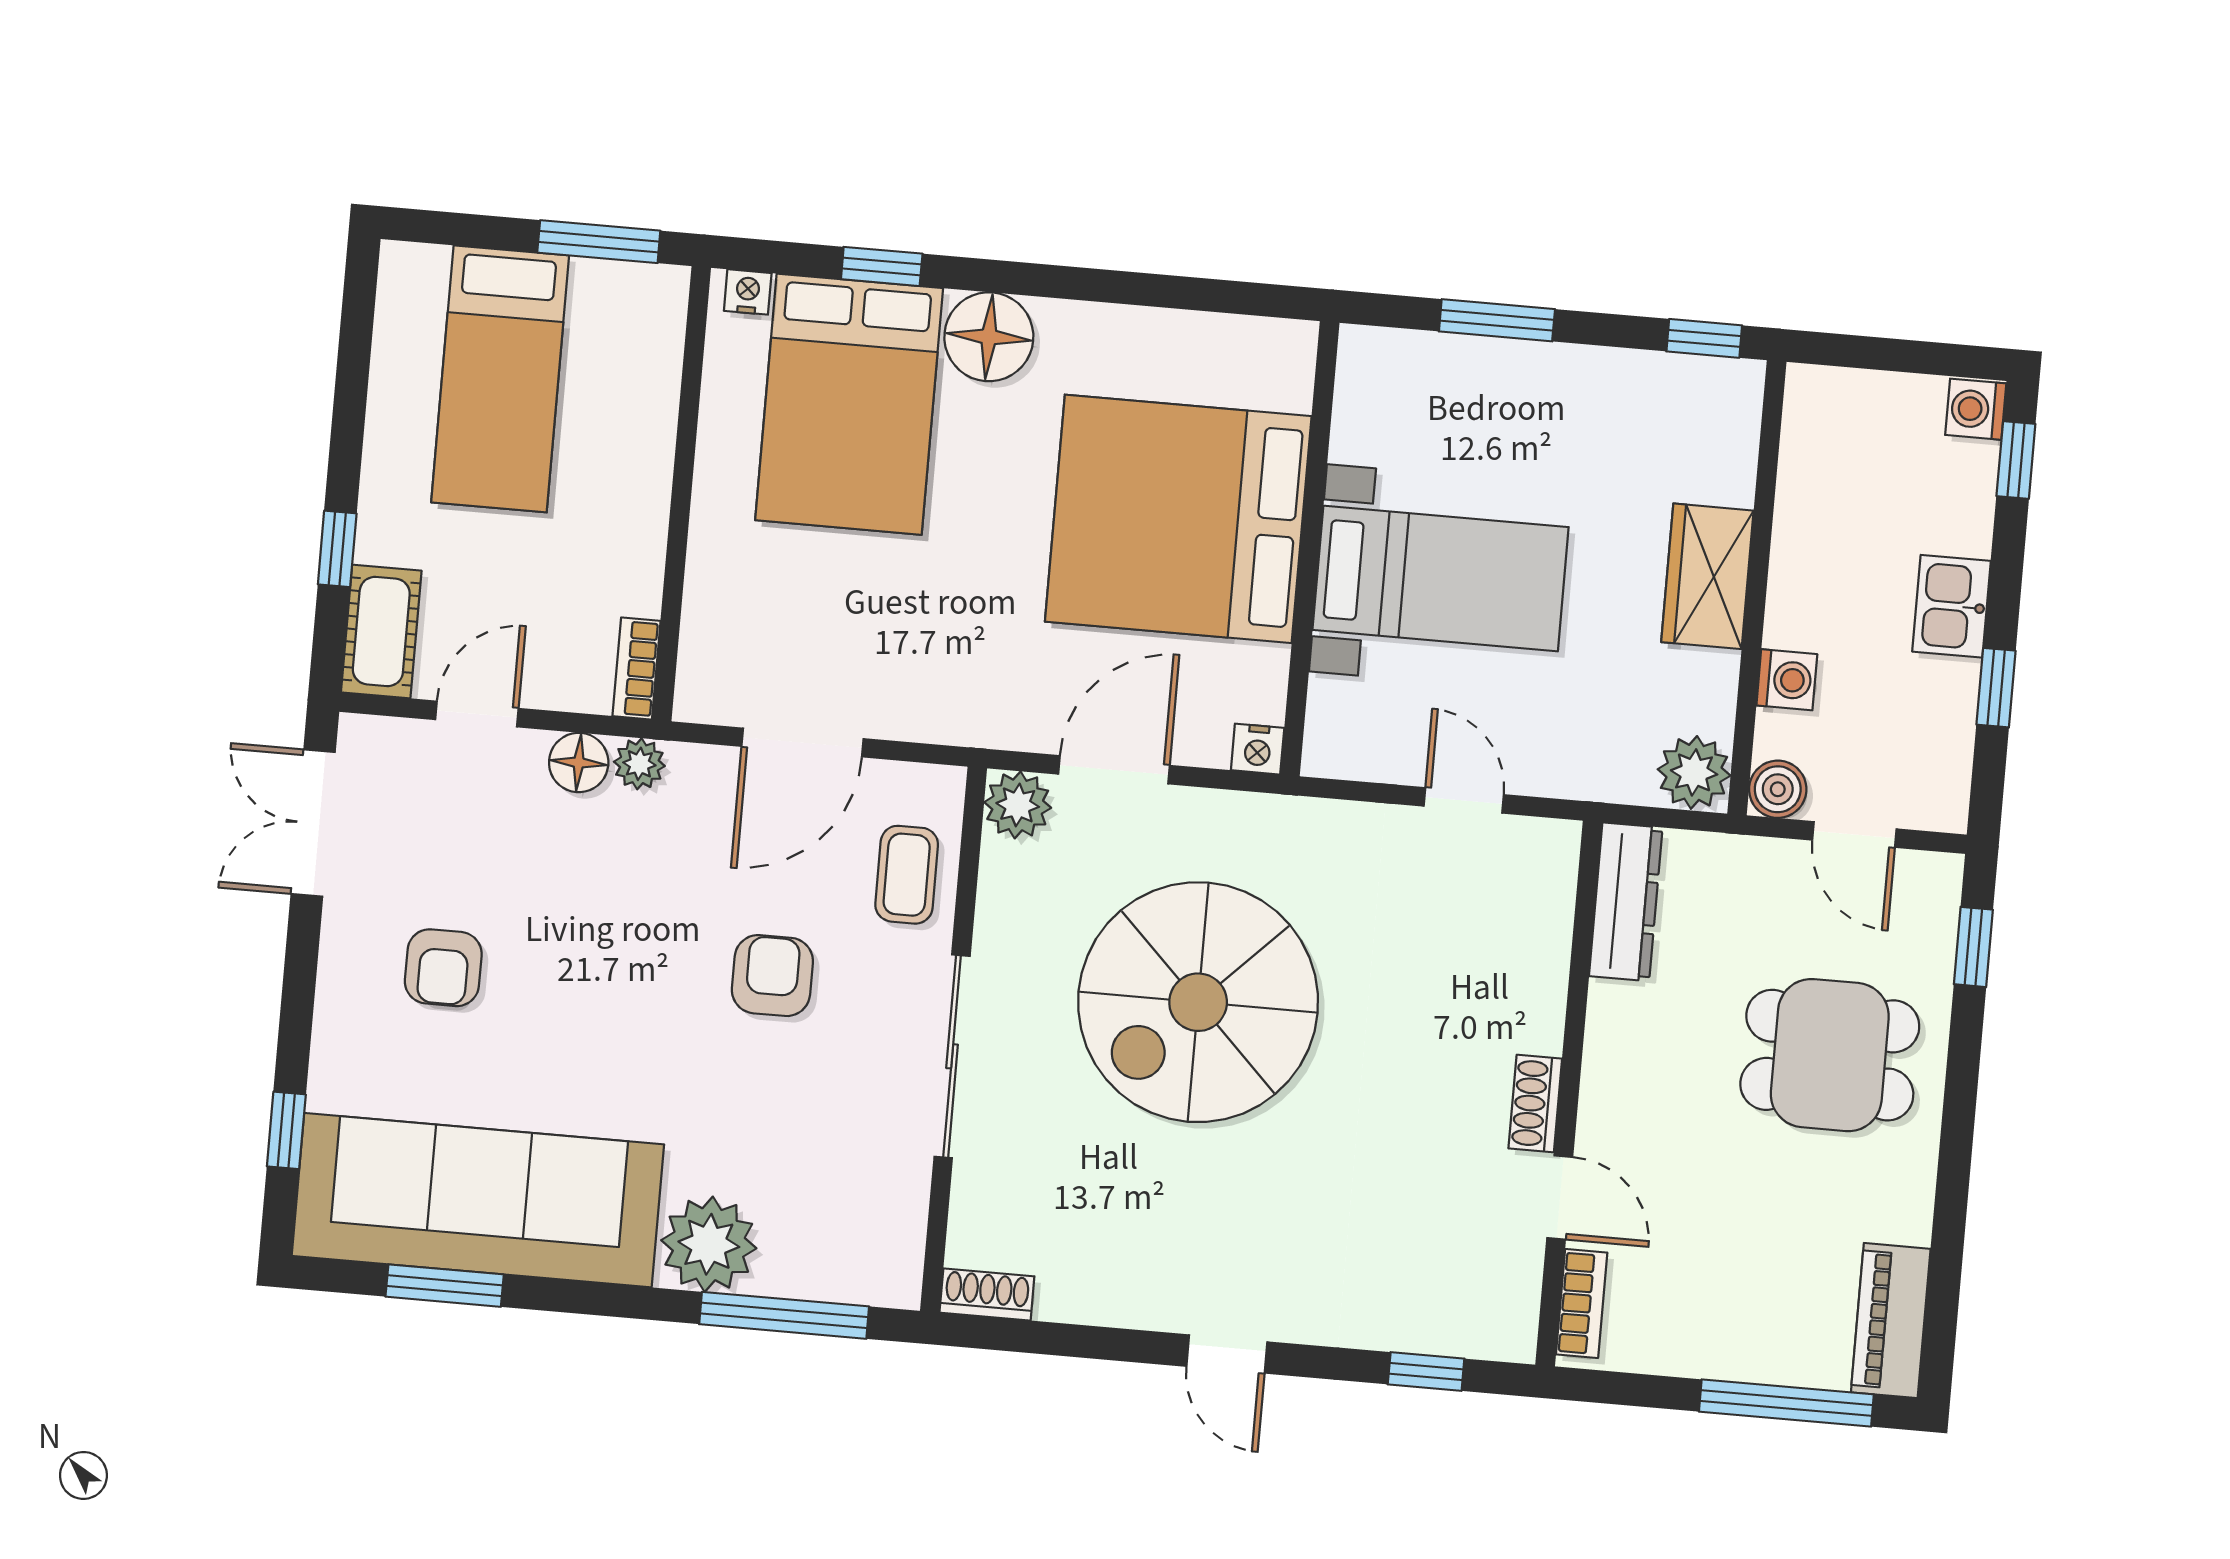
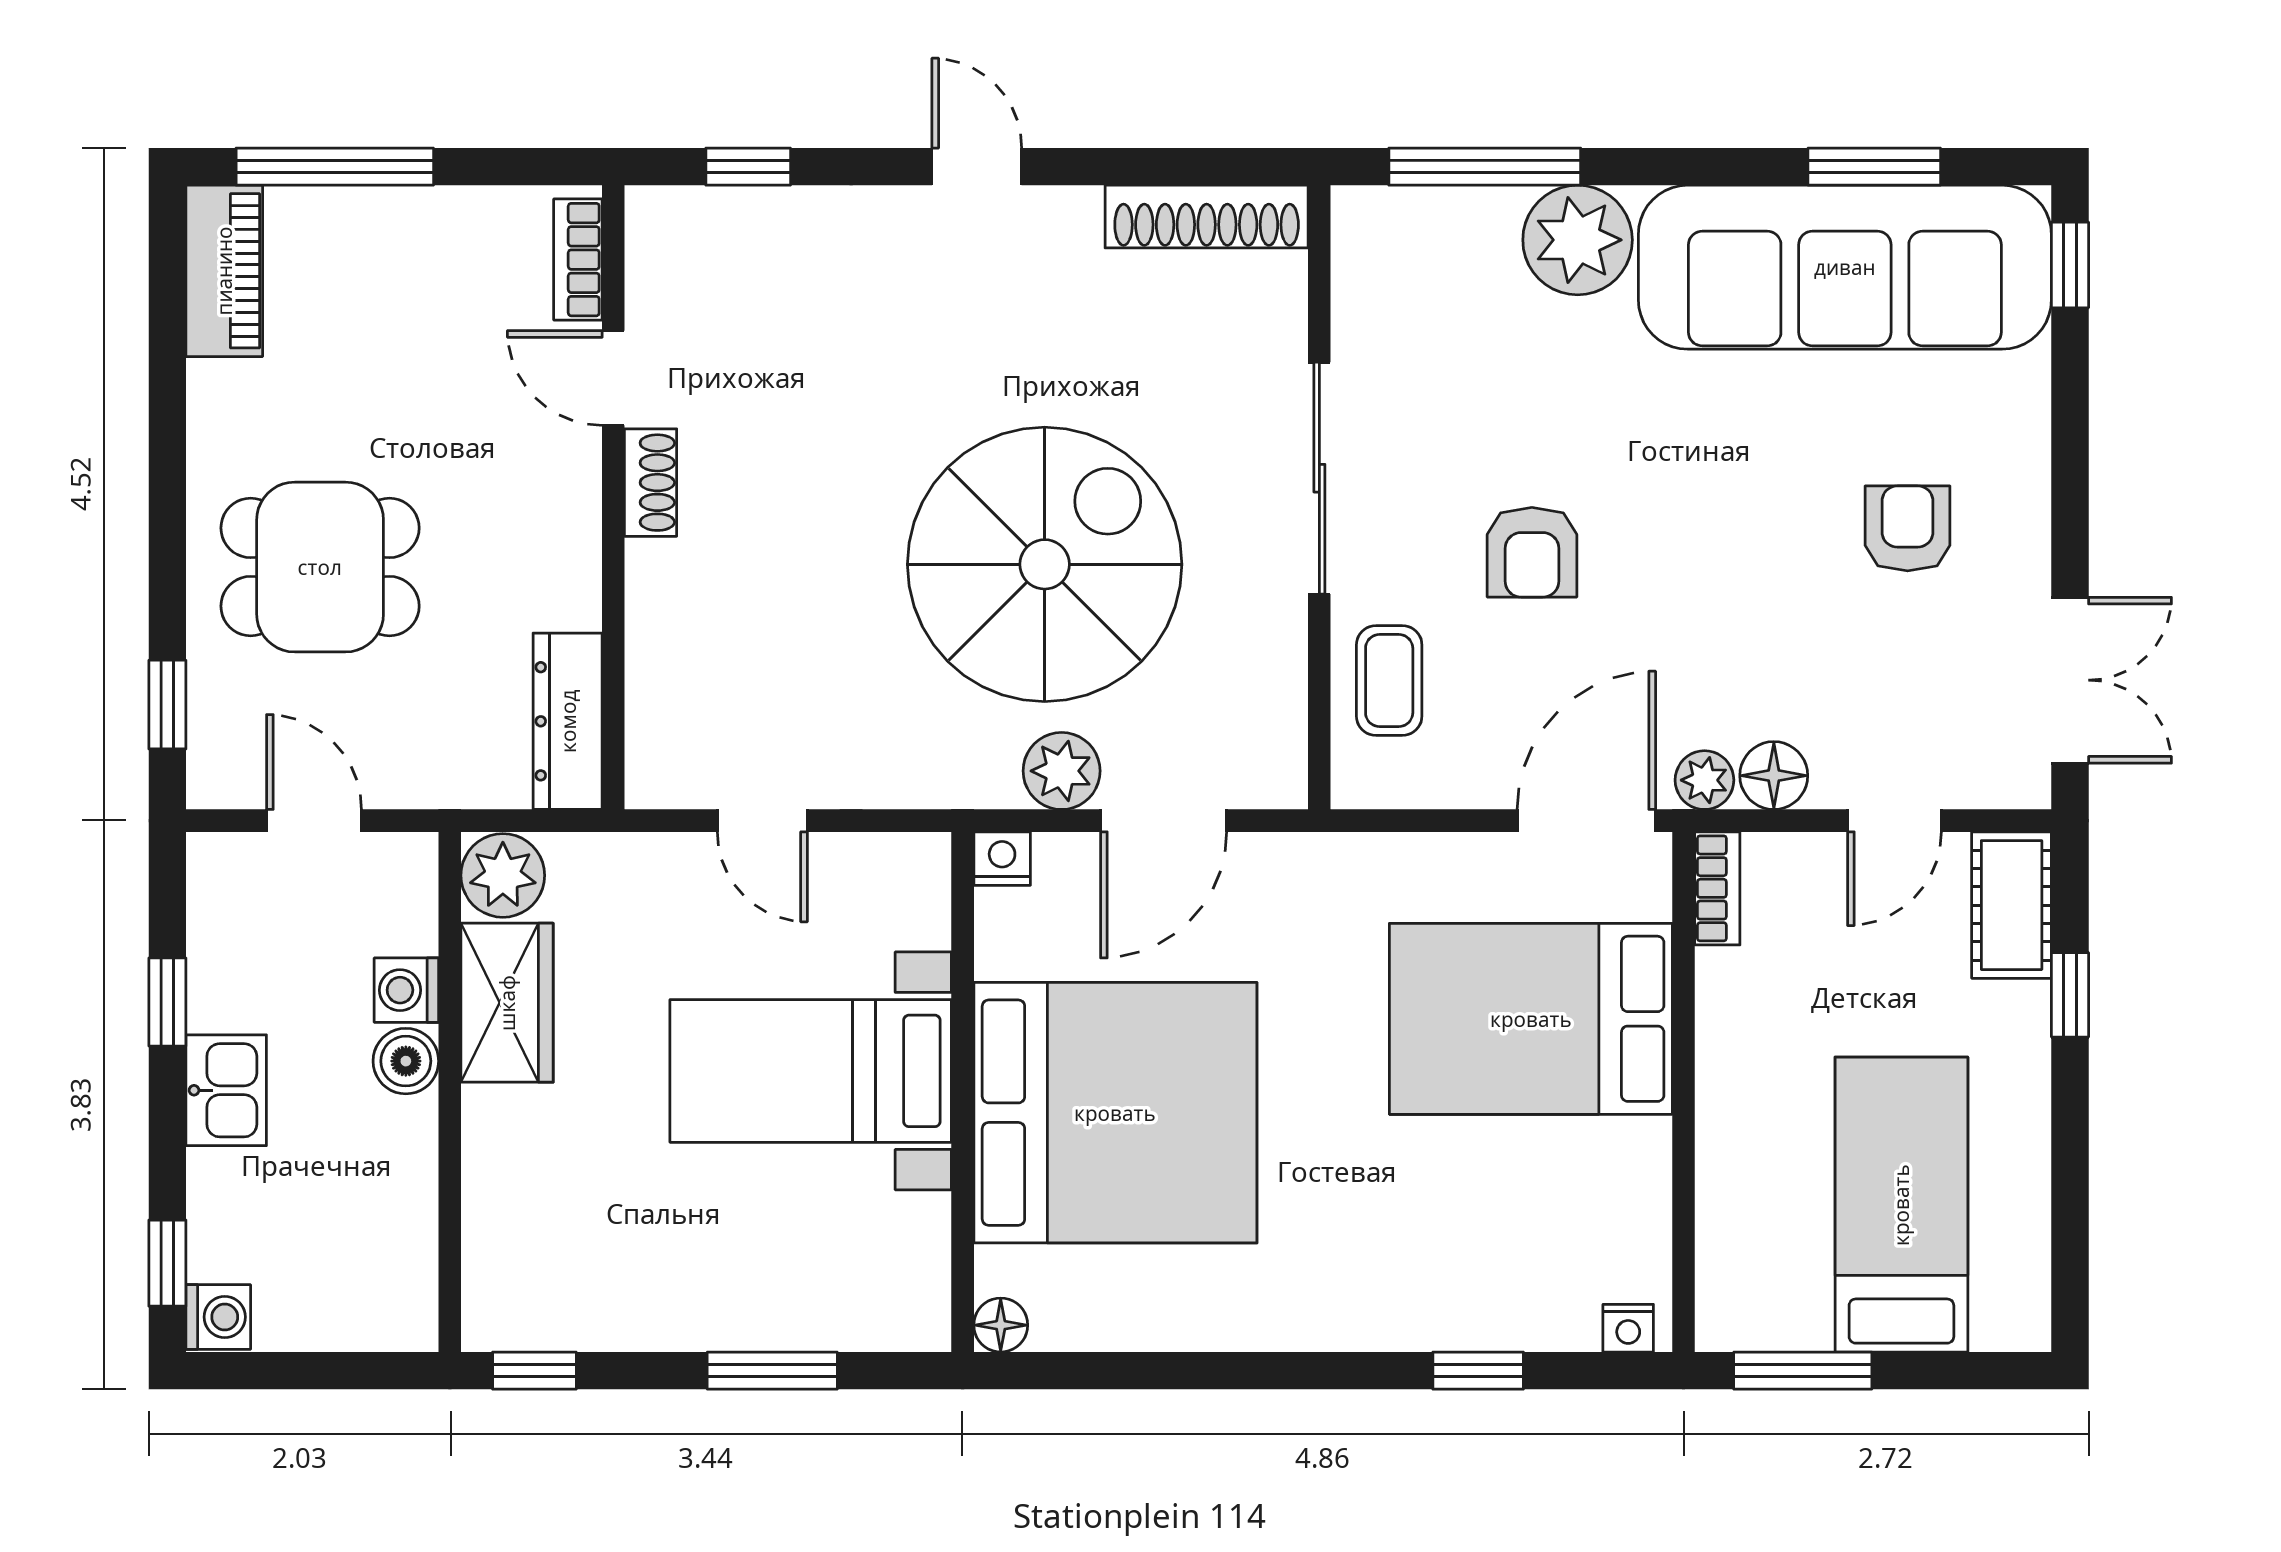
floor lamp: (989, 337) -> (1001, 1325), moved, width x0.53, depth x0.53
bed: (849, 404) -> (1531, 1019), moved, turned -90
wardrobe: (1707, 576) -> (507, 1003), moved
door: (803, 743) -> (1586, 821), moved
boiler: (1778, 789) -> (406, 1061), moved
plant: (1018, 805) -> (1062, 771), moved
window: (286, 1130) -> (2070, 265), moved
shoe rack: (987, 1294) -> (1207, 217), width x1.94, depth x1.24

